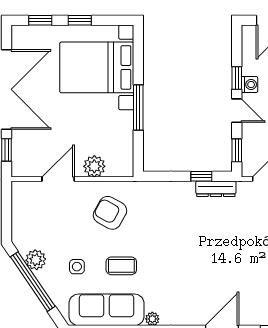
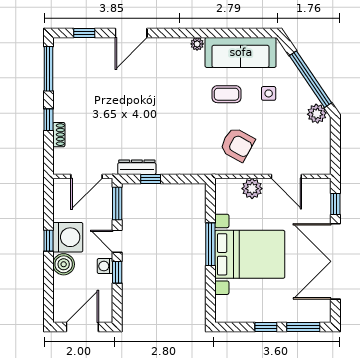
window: (40, 20) -> (303, 327), width x1.50
bed with nightstands: (97, 67) -> (250, 254), moved
window: (237, 150) -> (117, 204), width x1.50
door: (58, 179) -> (286, 176), hinge flipped
plant: (36, 260) -> (317, 114), moved

